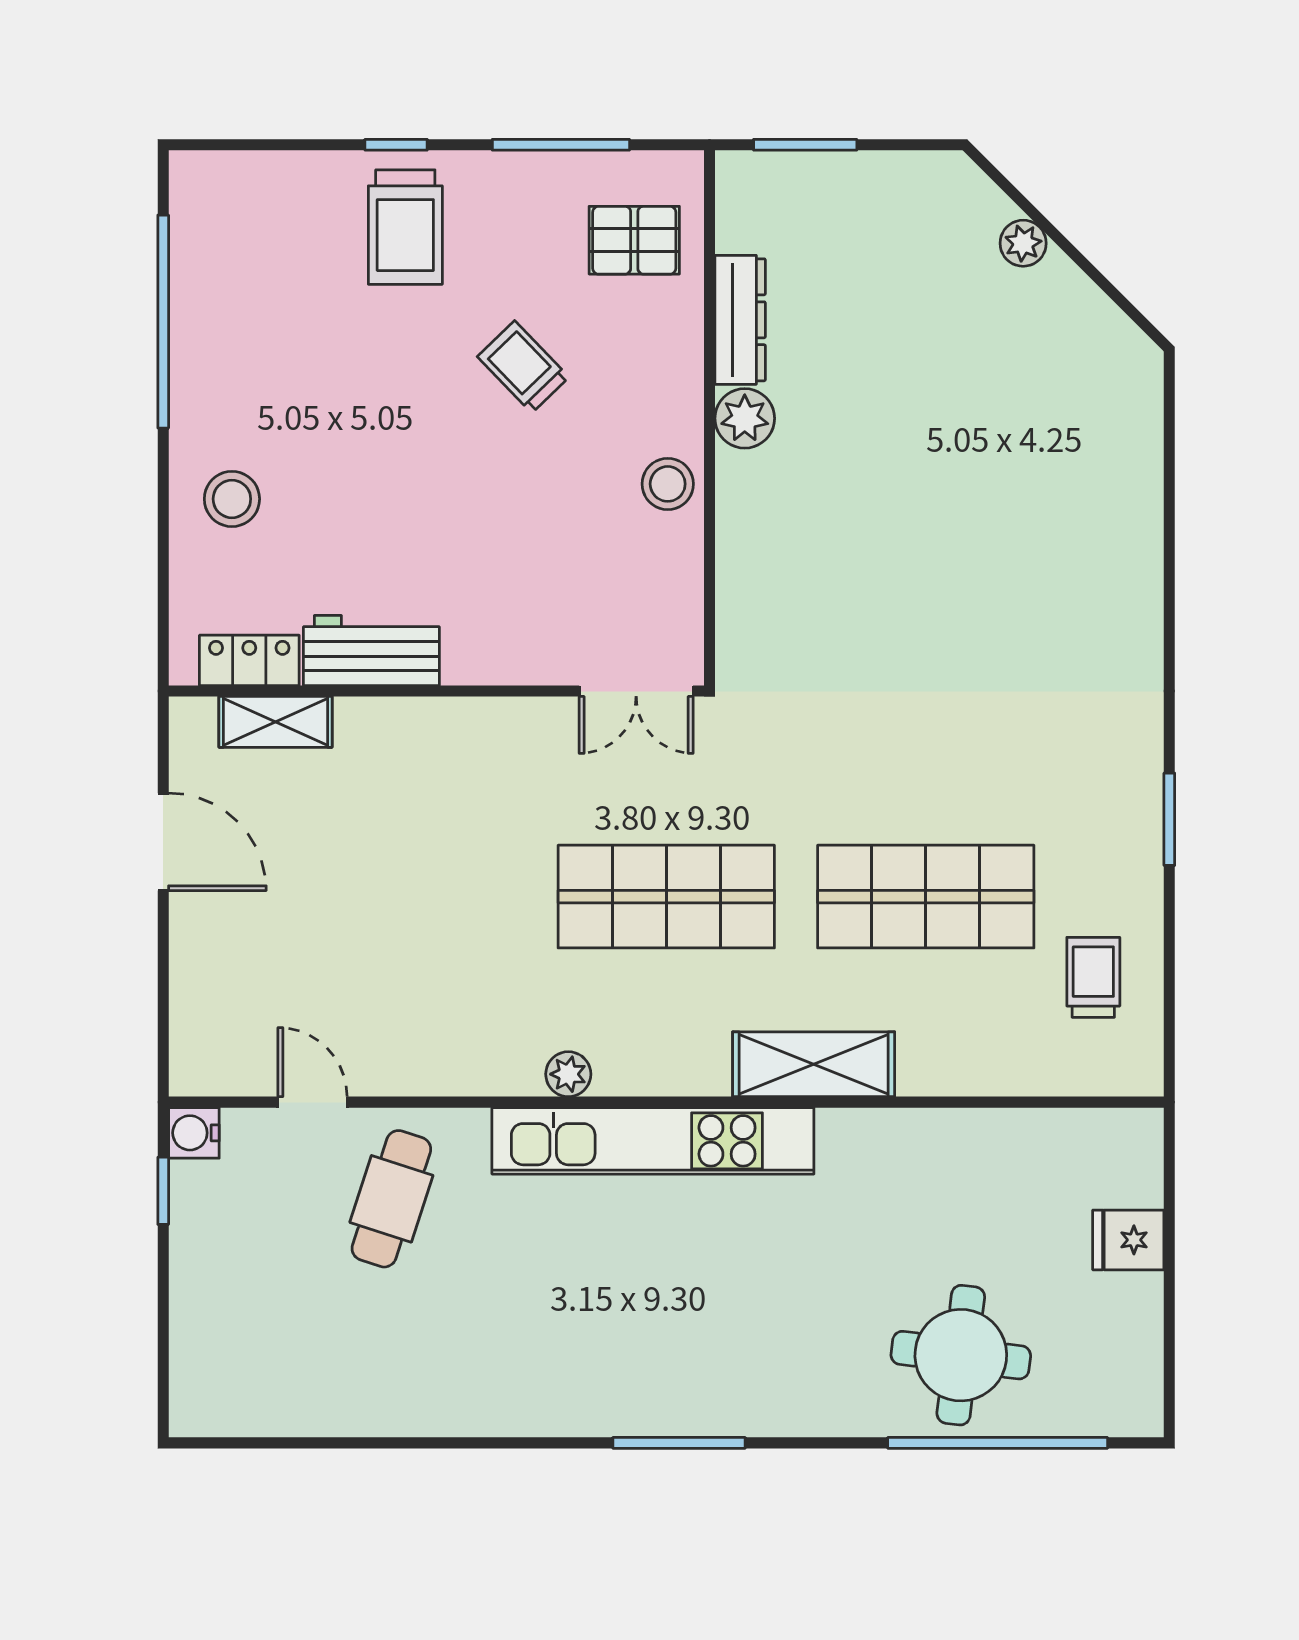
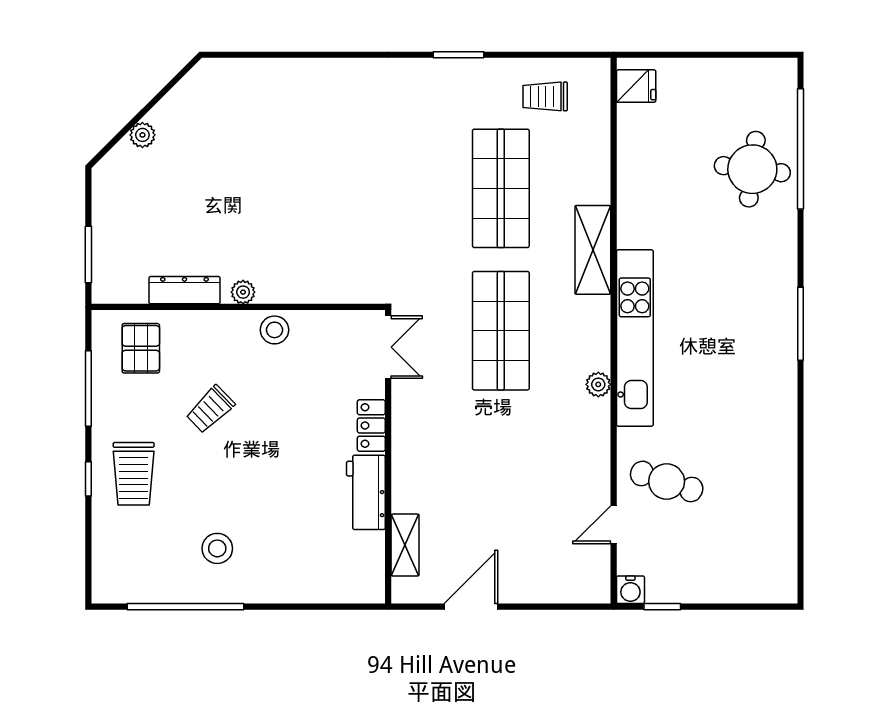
trolley: (405, 227) -> (134, 474), turned 90
plant: (745, 418) -> (243, 292), width x0.73, depth x0.73
stool: (232, 499) -> (217, 548), moved
locker: (249, 660) -> (371, 425), moved
fridge: (1128, 1240) -> (636, 86), moved, turned -90

